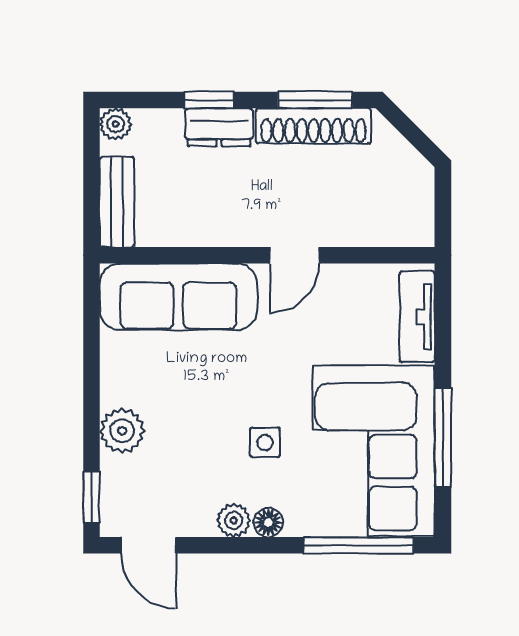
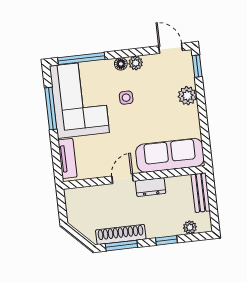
plant: (116, 124) -> (190, 227), moved
dresser: (219, 127) -> (150, 187), moved, turned 180

